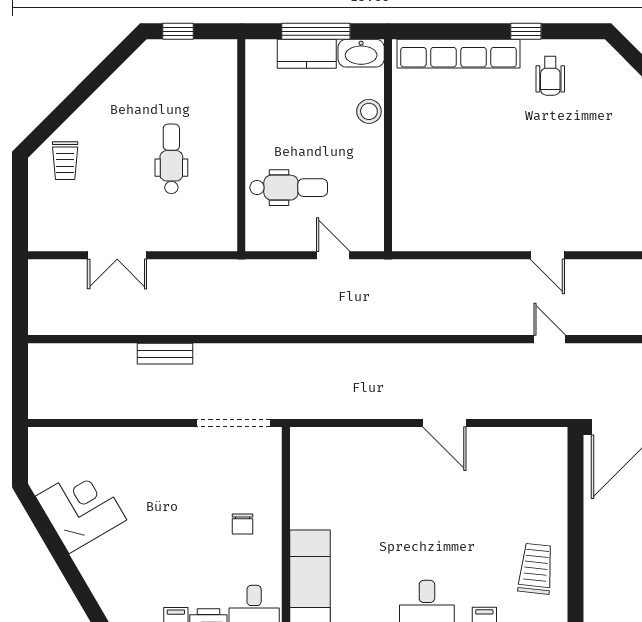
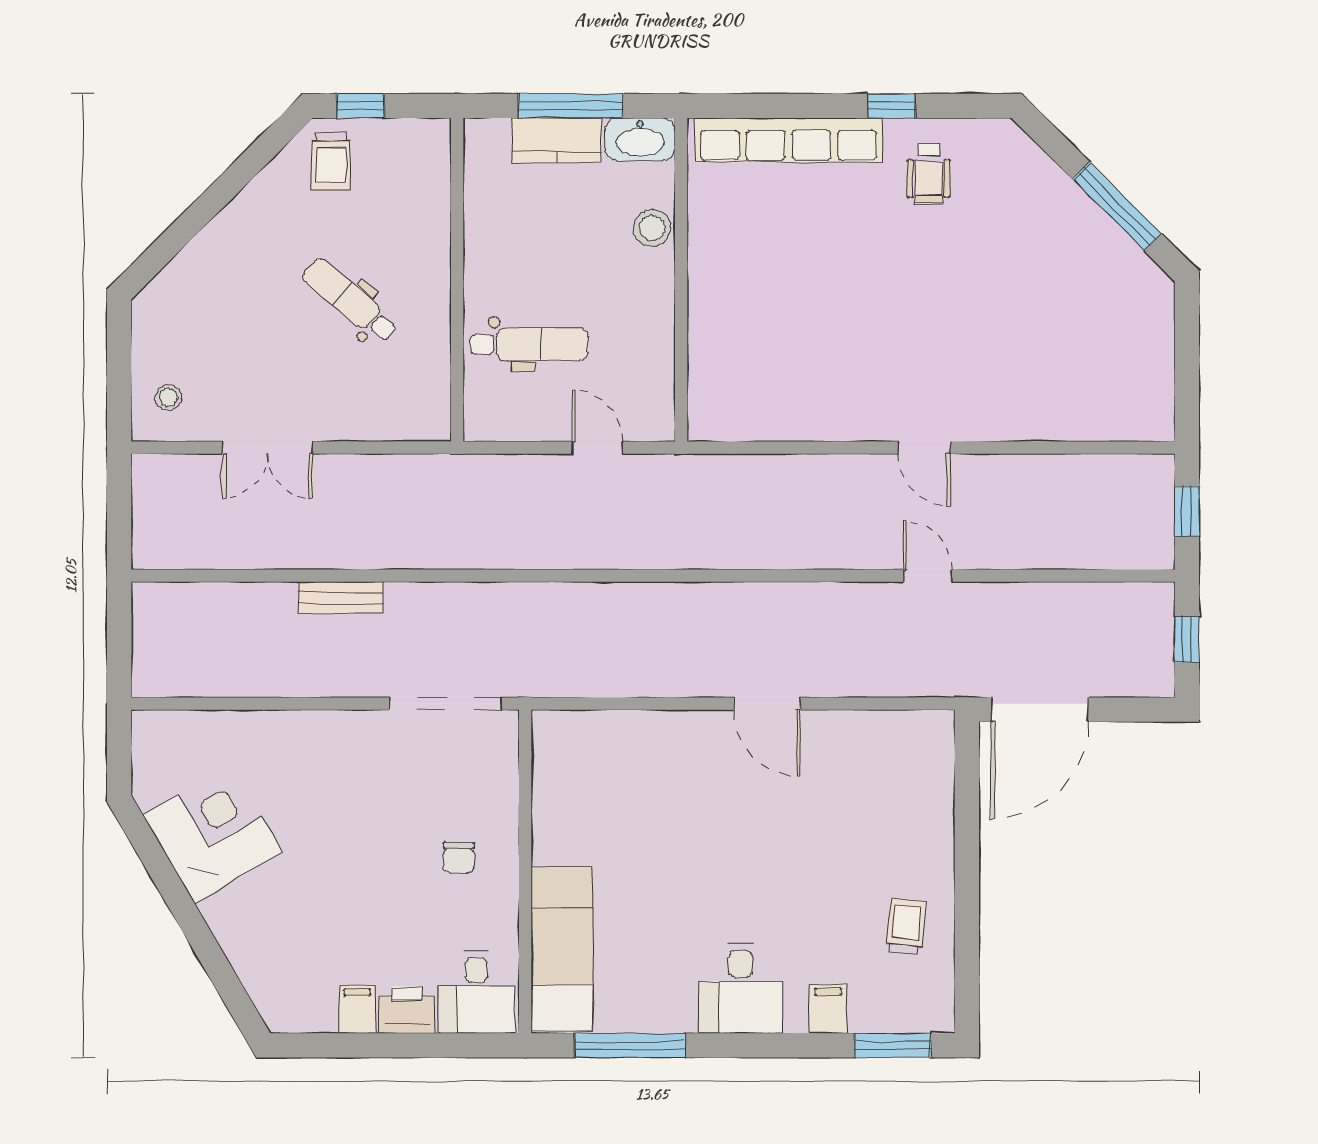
dental chair: (171, 159) -> (350, 301), turned -50
trolley: (65, 161) -> (331, 161), moved
stool: (52, 222) -> (168, 397), added
trolley: (536, 569) -> (906, 926), width x0.73, depth x0.72

